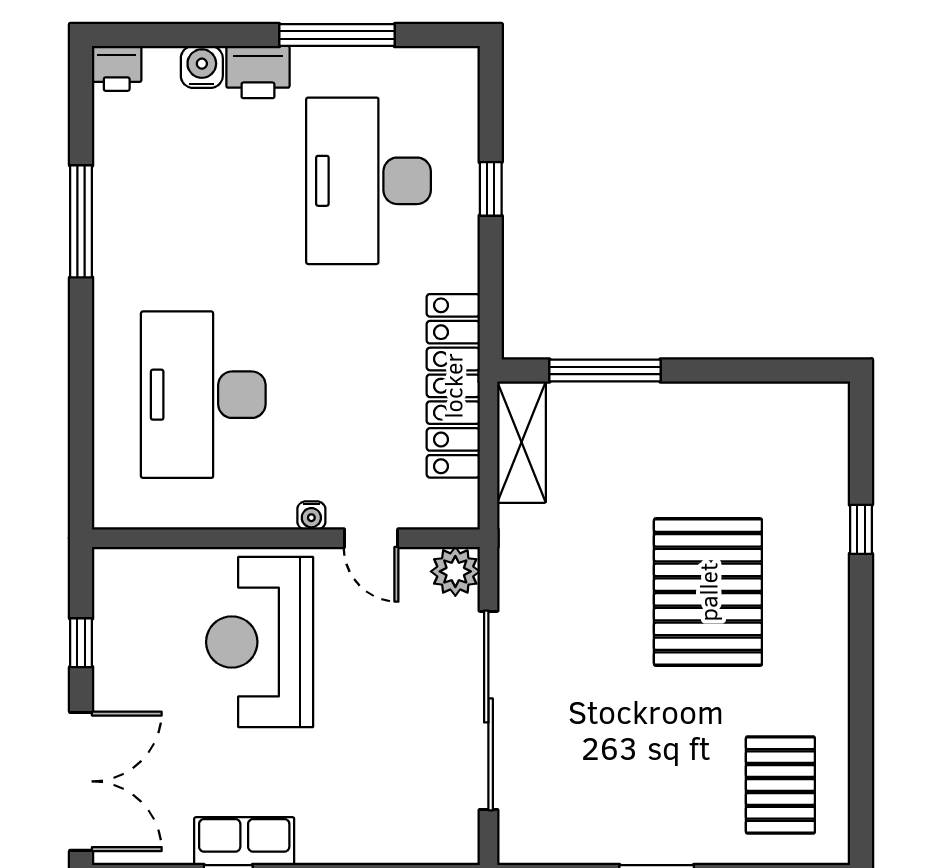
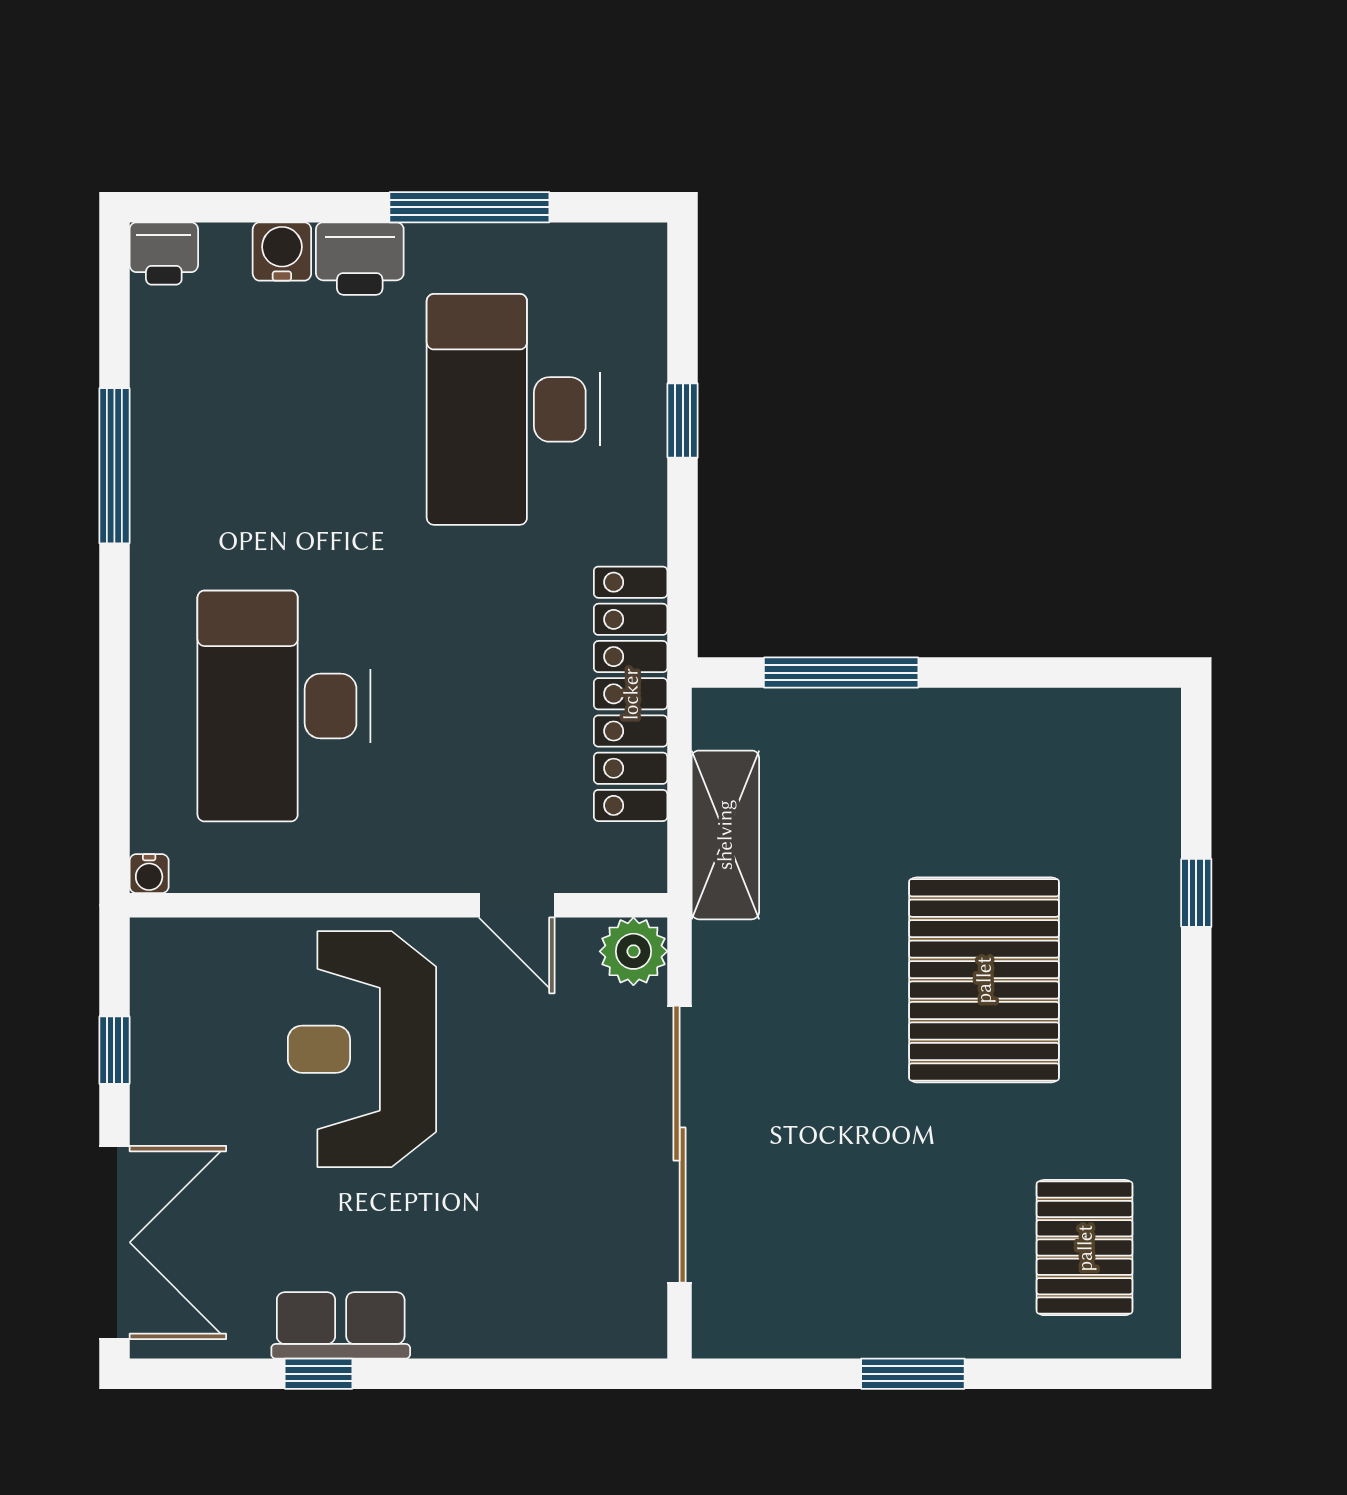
shelving: (521, 442) -> (725, 835), moved
water cooler: (311, 515) -> (149, 874), moved

